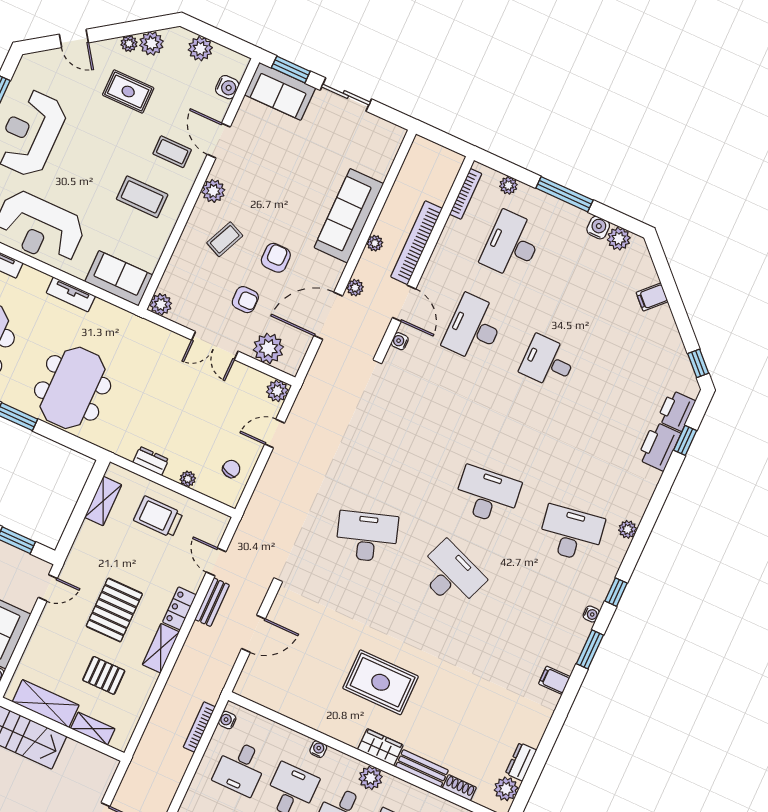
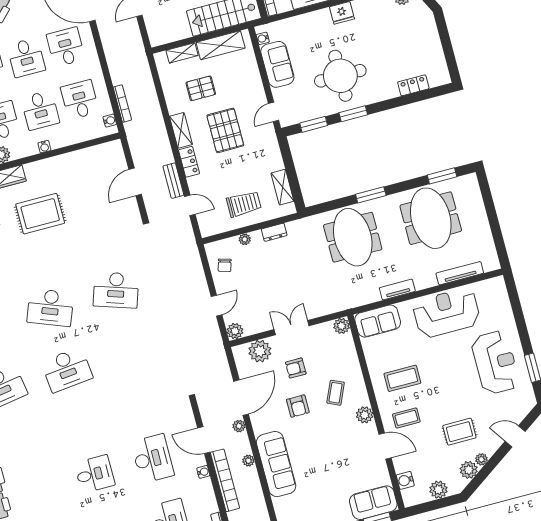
water cooler: (400, 341) -> (203, 472), moved
desk: (367, 537) -> (116, 290), turned 36

